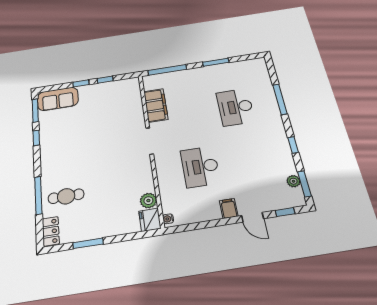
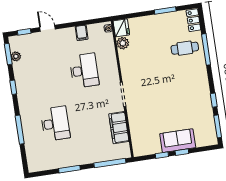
sofa: (58, 99) -> (178, 141), moved
filing cabinet: (229, 208) -> (82, 33), moved

